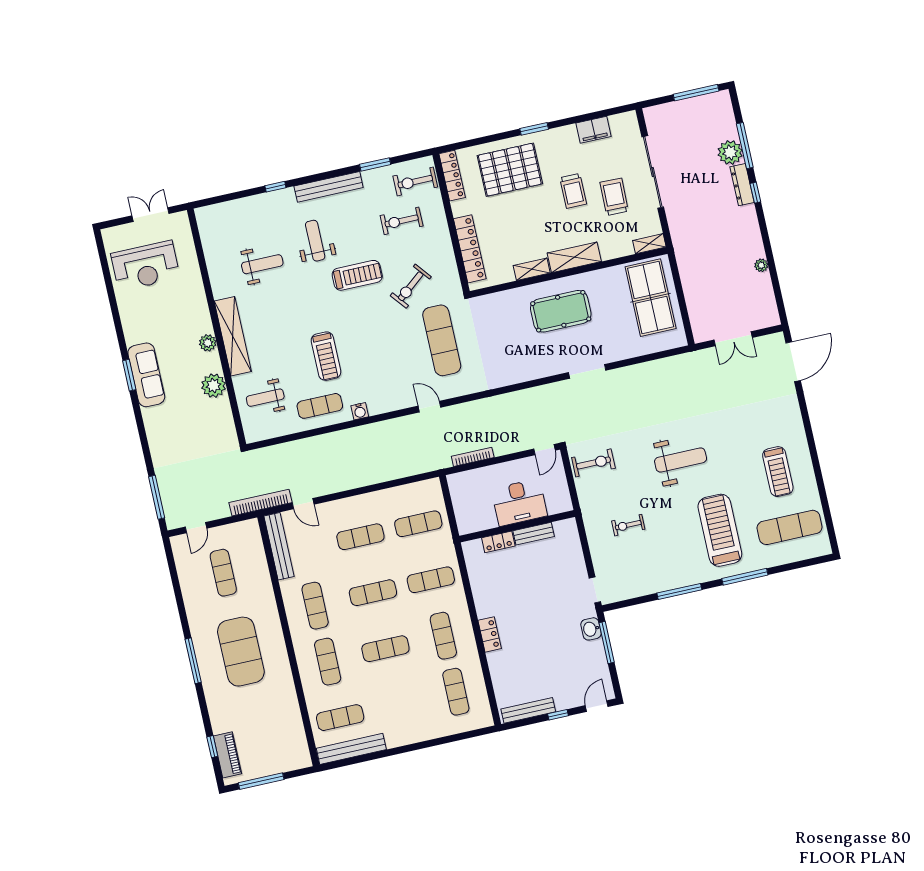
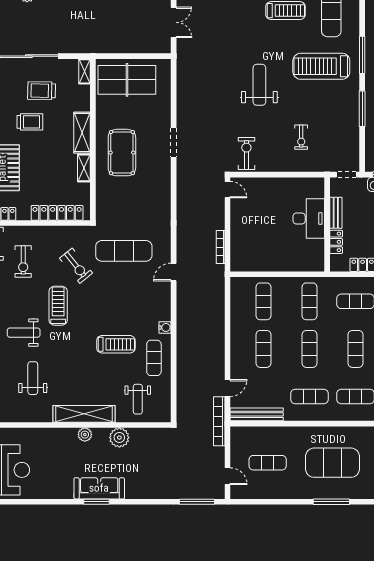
desk: (519, 502) -> (309, 219), moved
wall: (517, 526) -> (327, 224), moved
bench: (534, 534) -> (336, 213), moved
locker: (498, 542) -> (336, 242), moved

